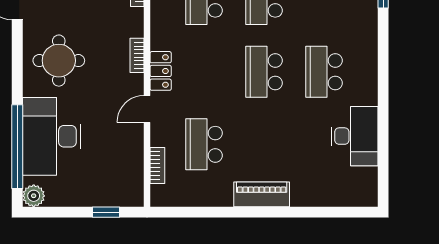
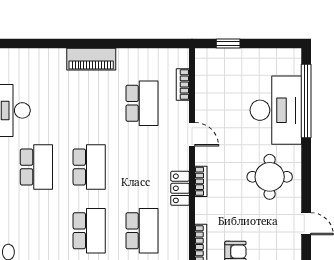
locker: (161, 71) -> (180, 188), moved
door: (147, 109) -> (192, 134), hinge flipped
plant: (34, 196) -> (292, 58), removed

